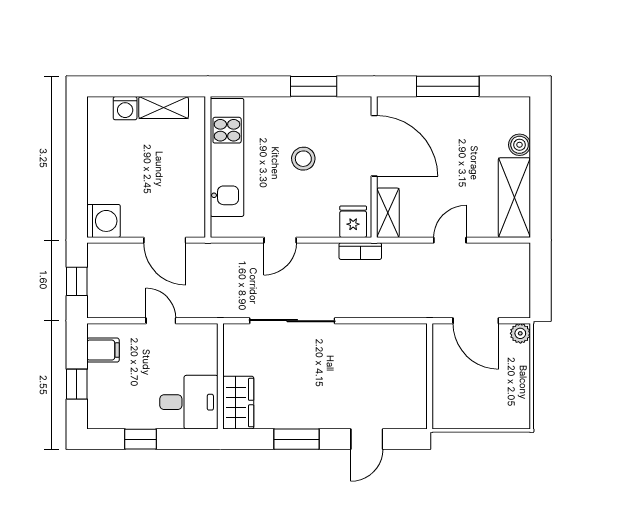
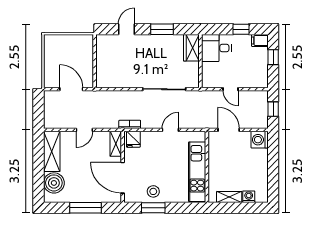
boiler: (520, 145) -> (54, 183), width x1.86, depth x1.86
stool: (303, 159) -> (153, 191), moved
plant: (520, 333) -> (49, 83), removed
filing cabinet: (103, 350) -> (260, 40), moved

